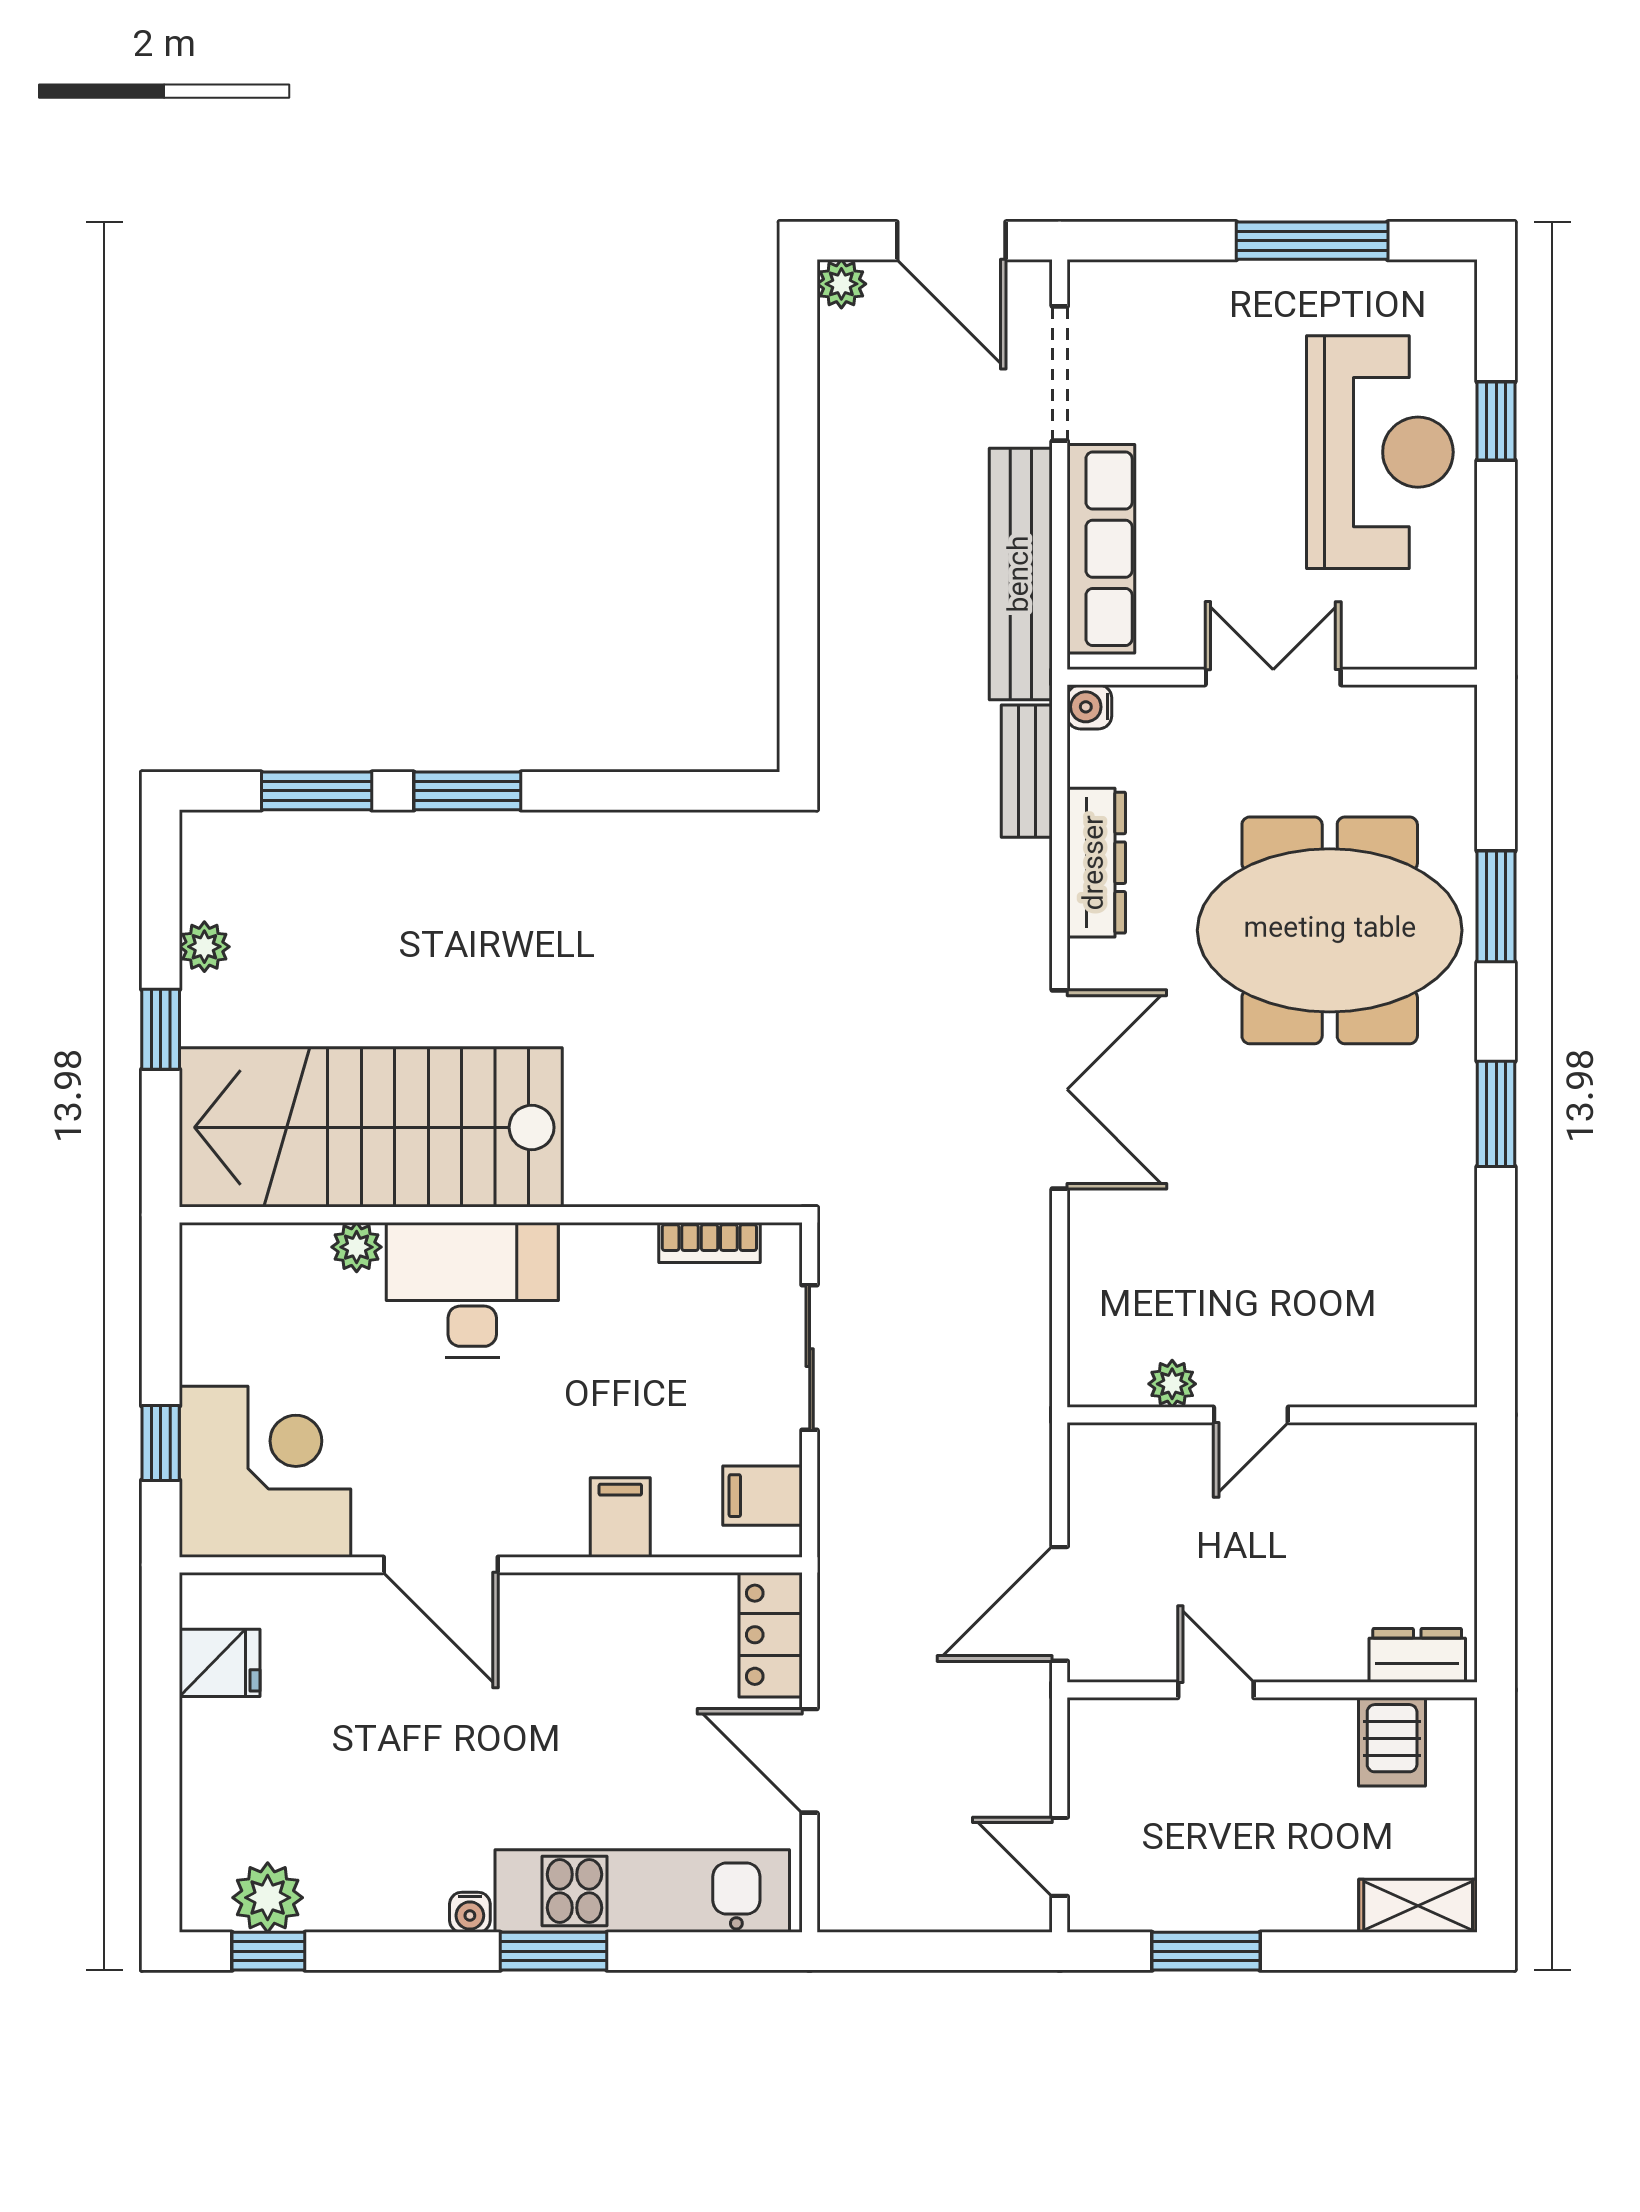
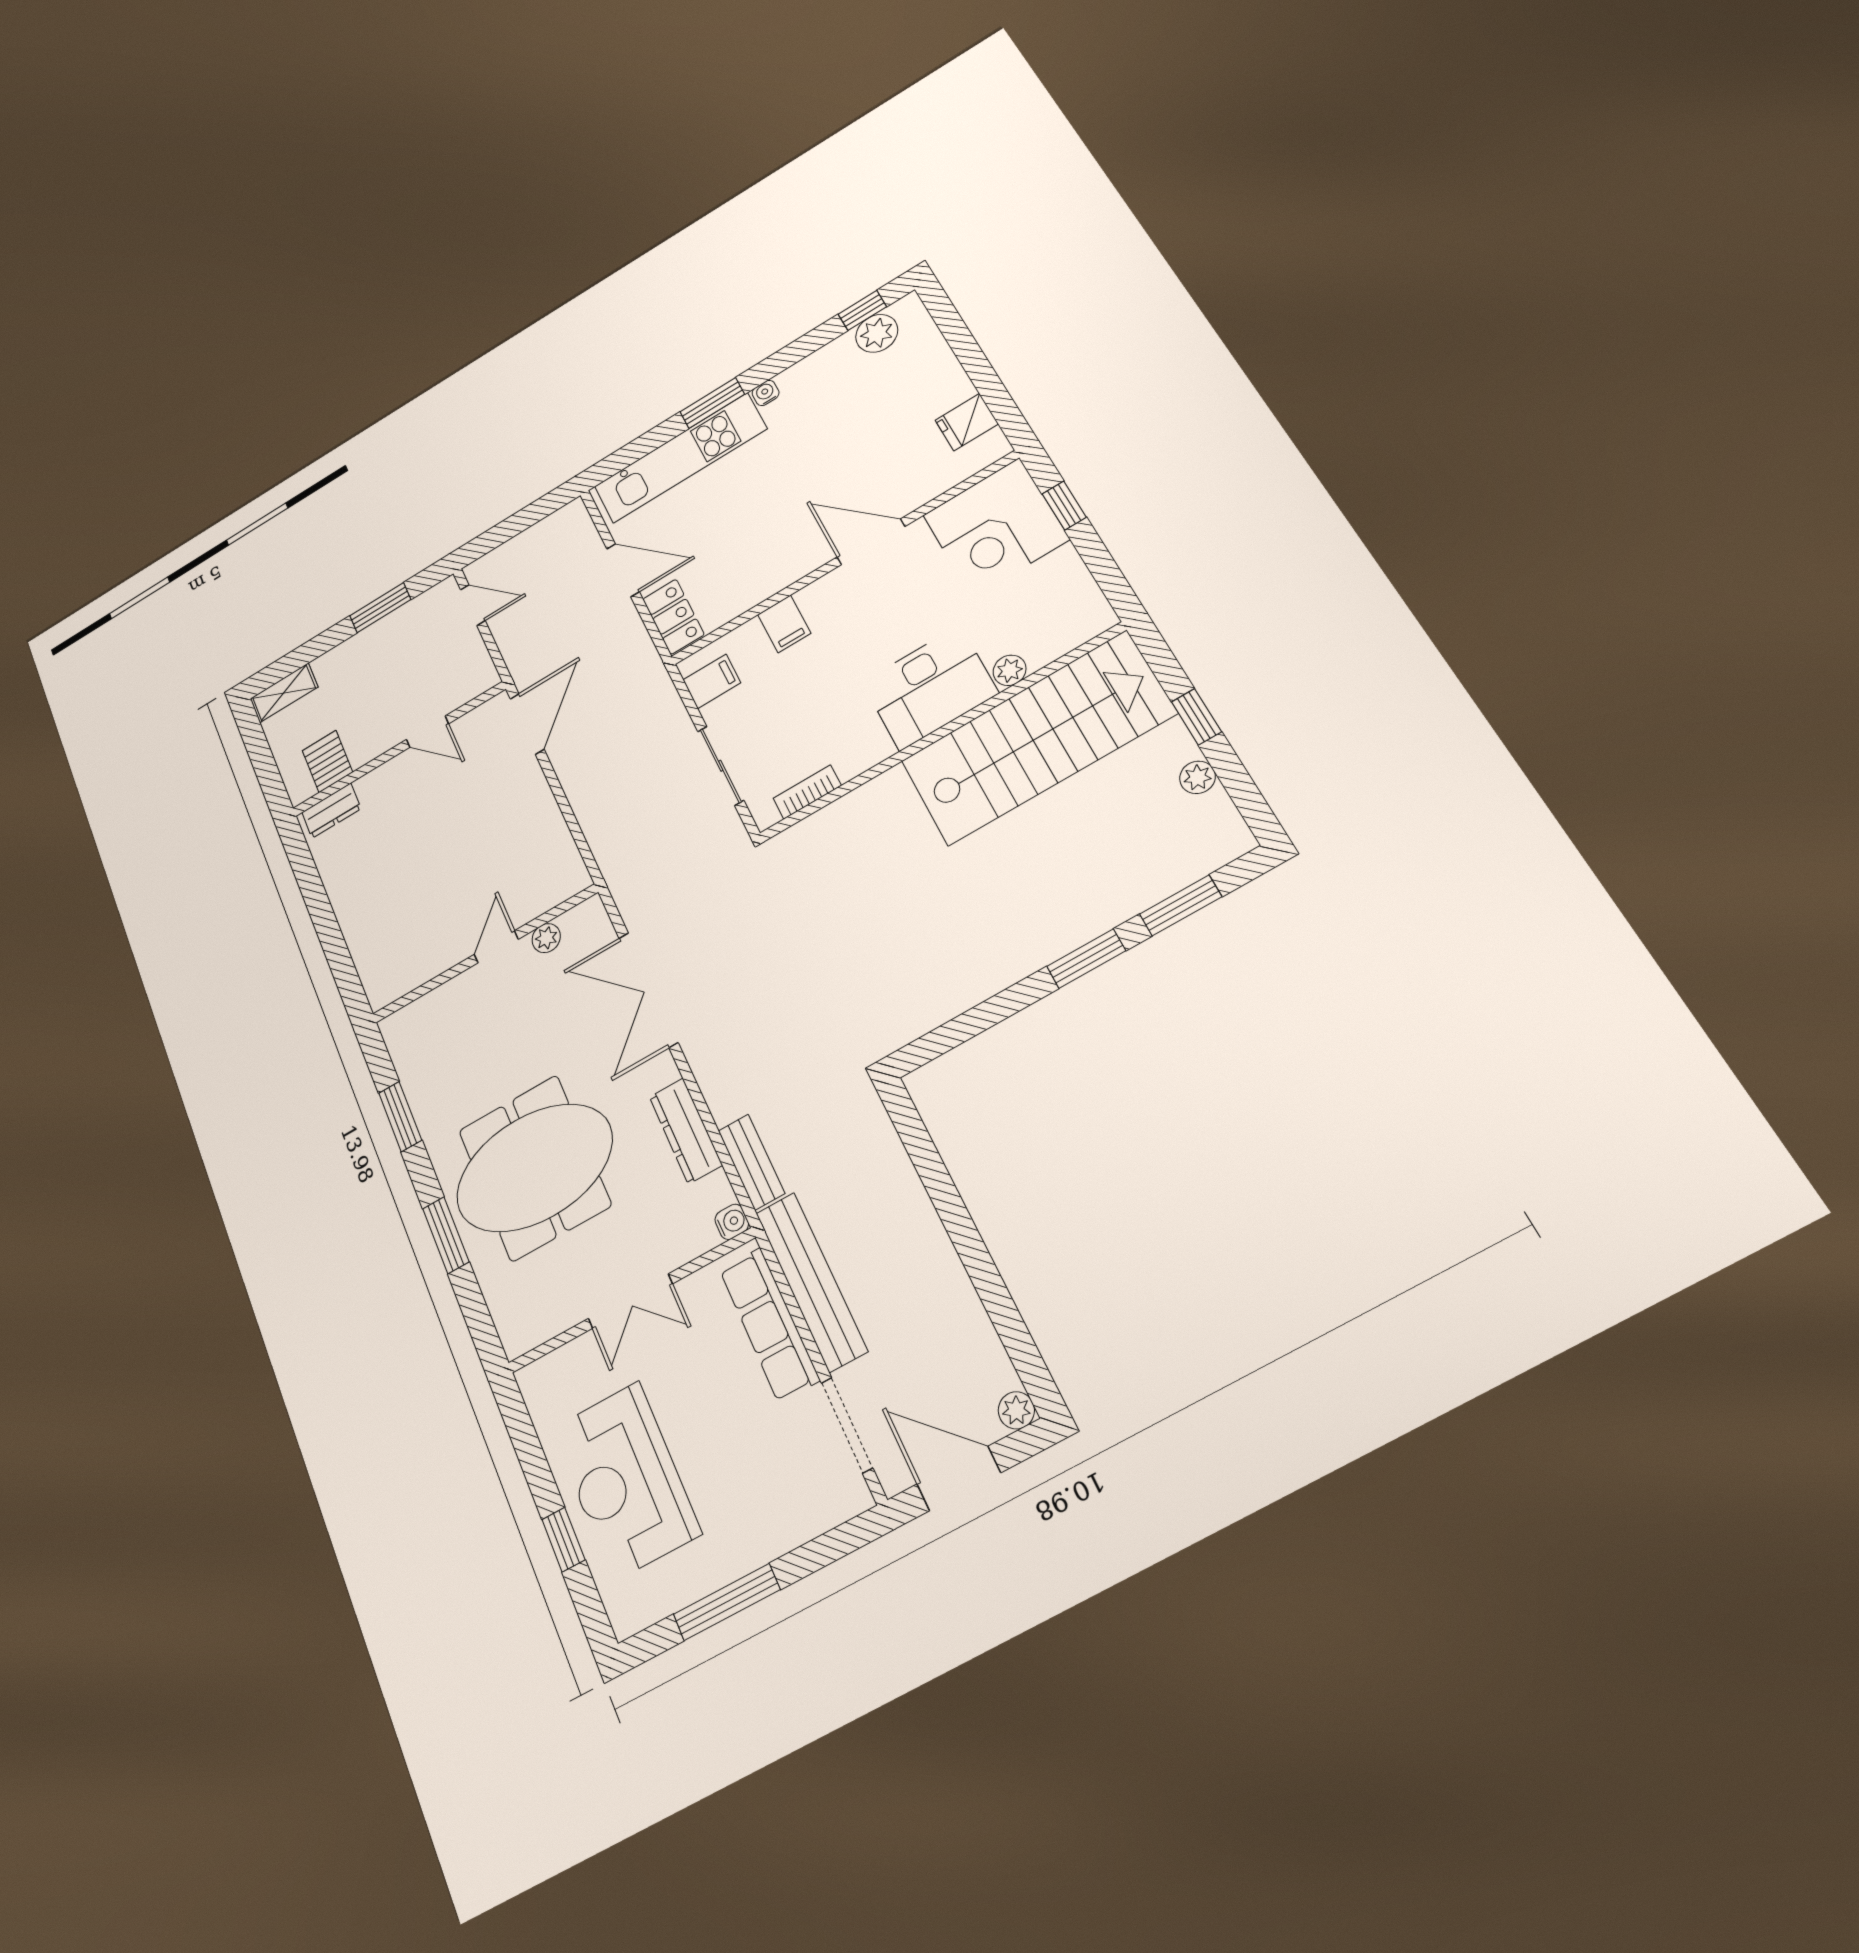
plant: (1172, 1384) -> (546, 938), moved
door: (1251, 1415) -> (496, 947), moved
wall: (1272, 1415) -> (485, 954), moved

